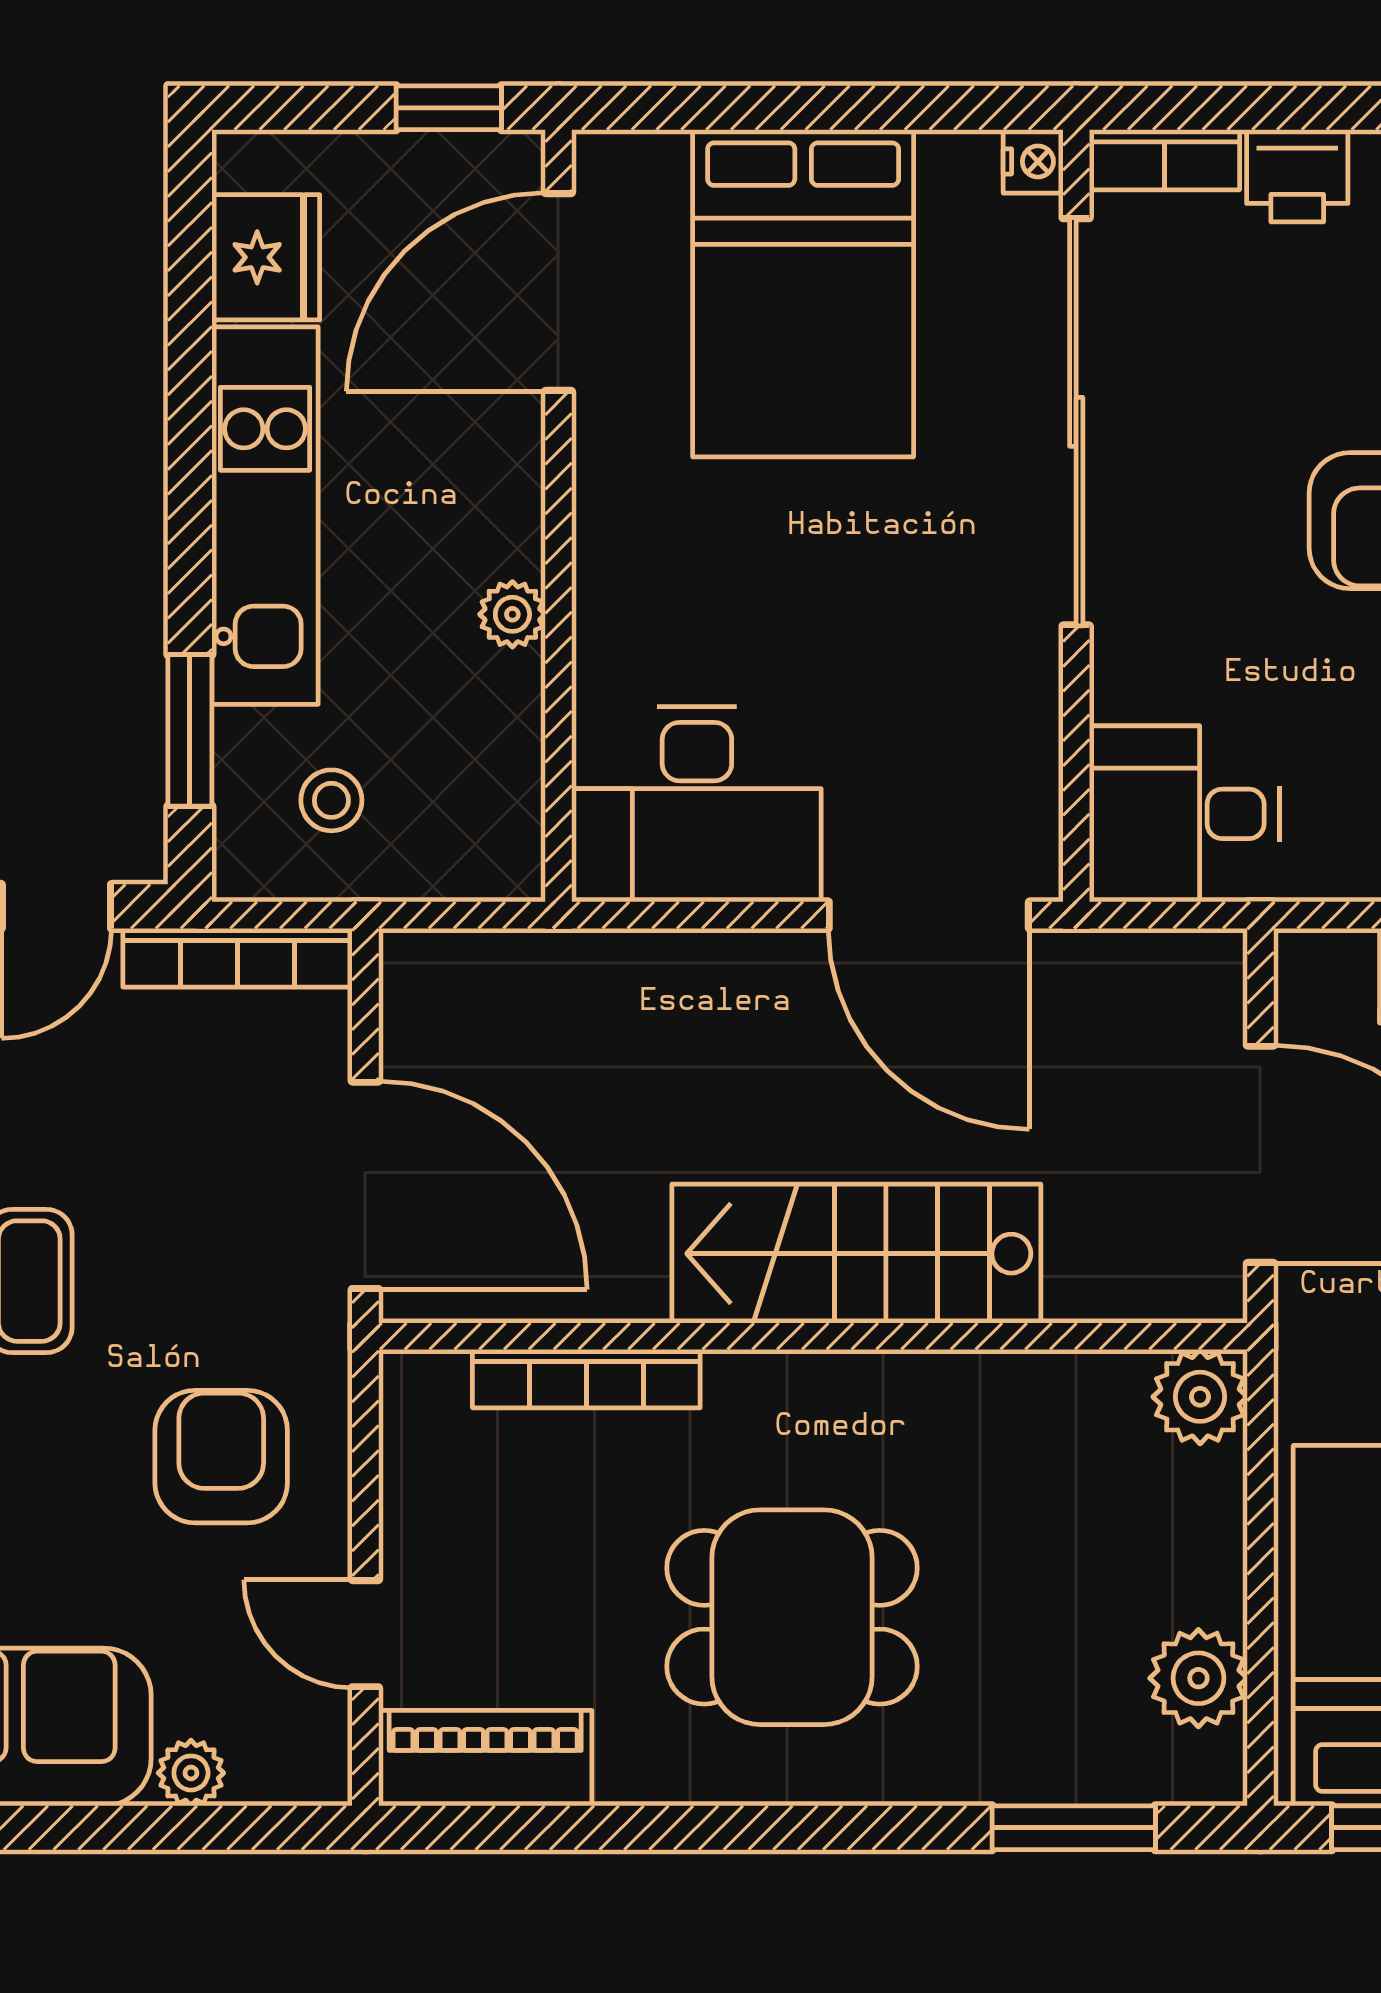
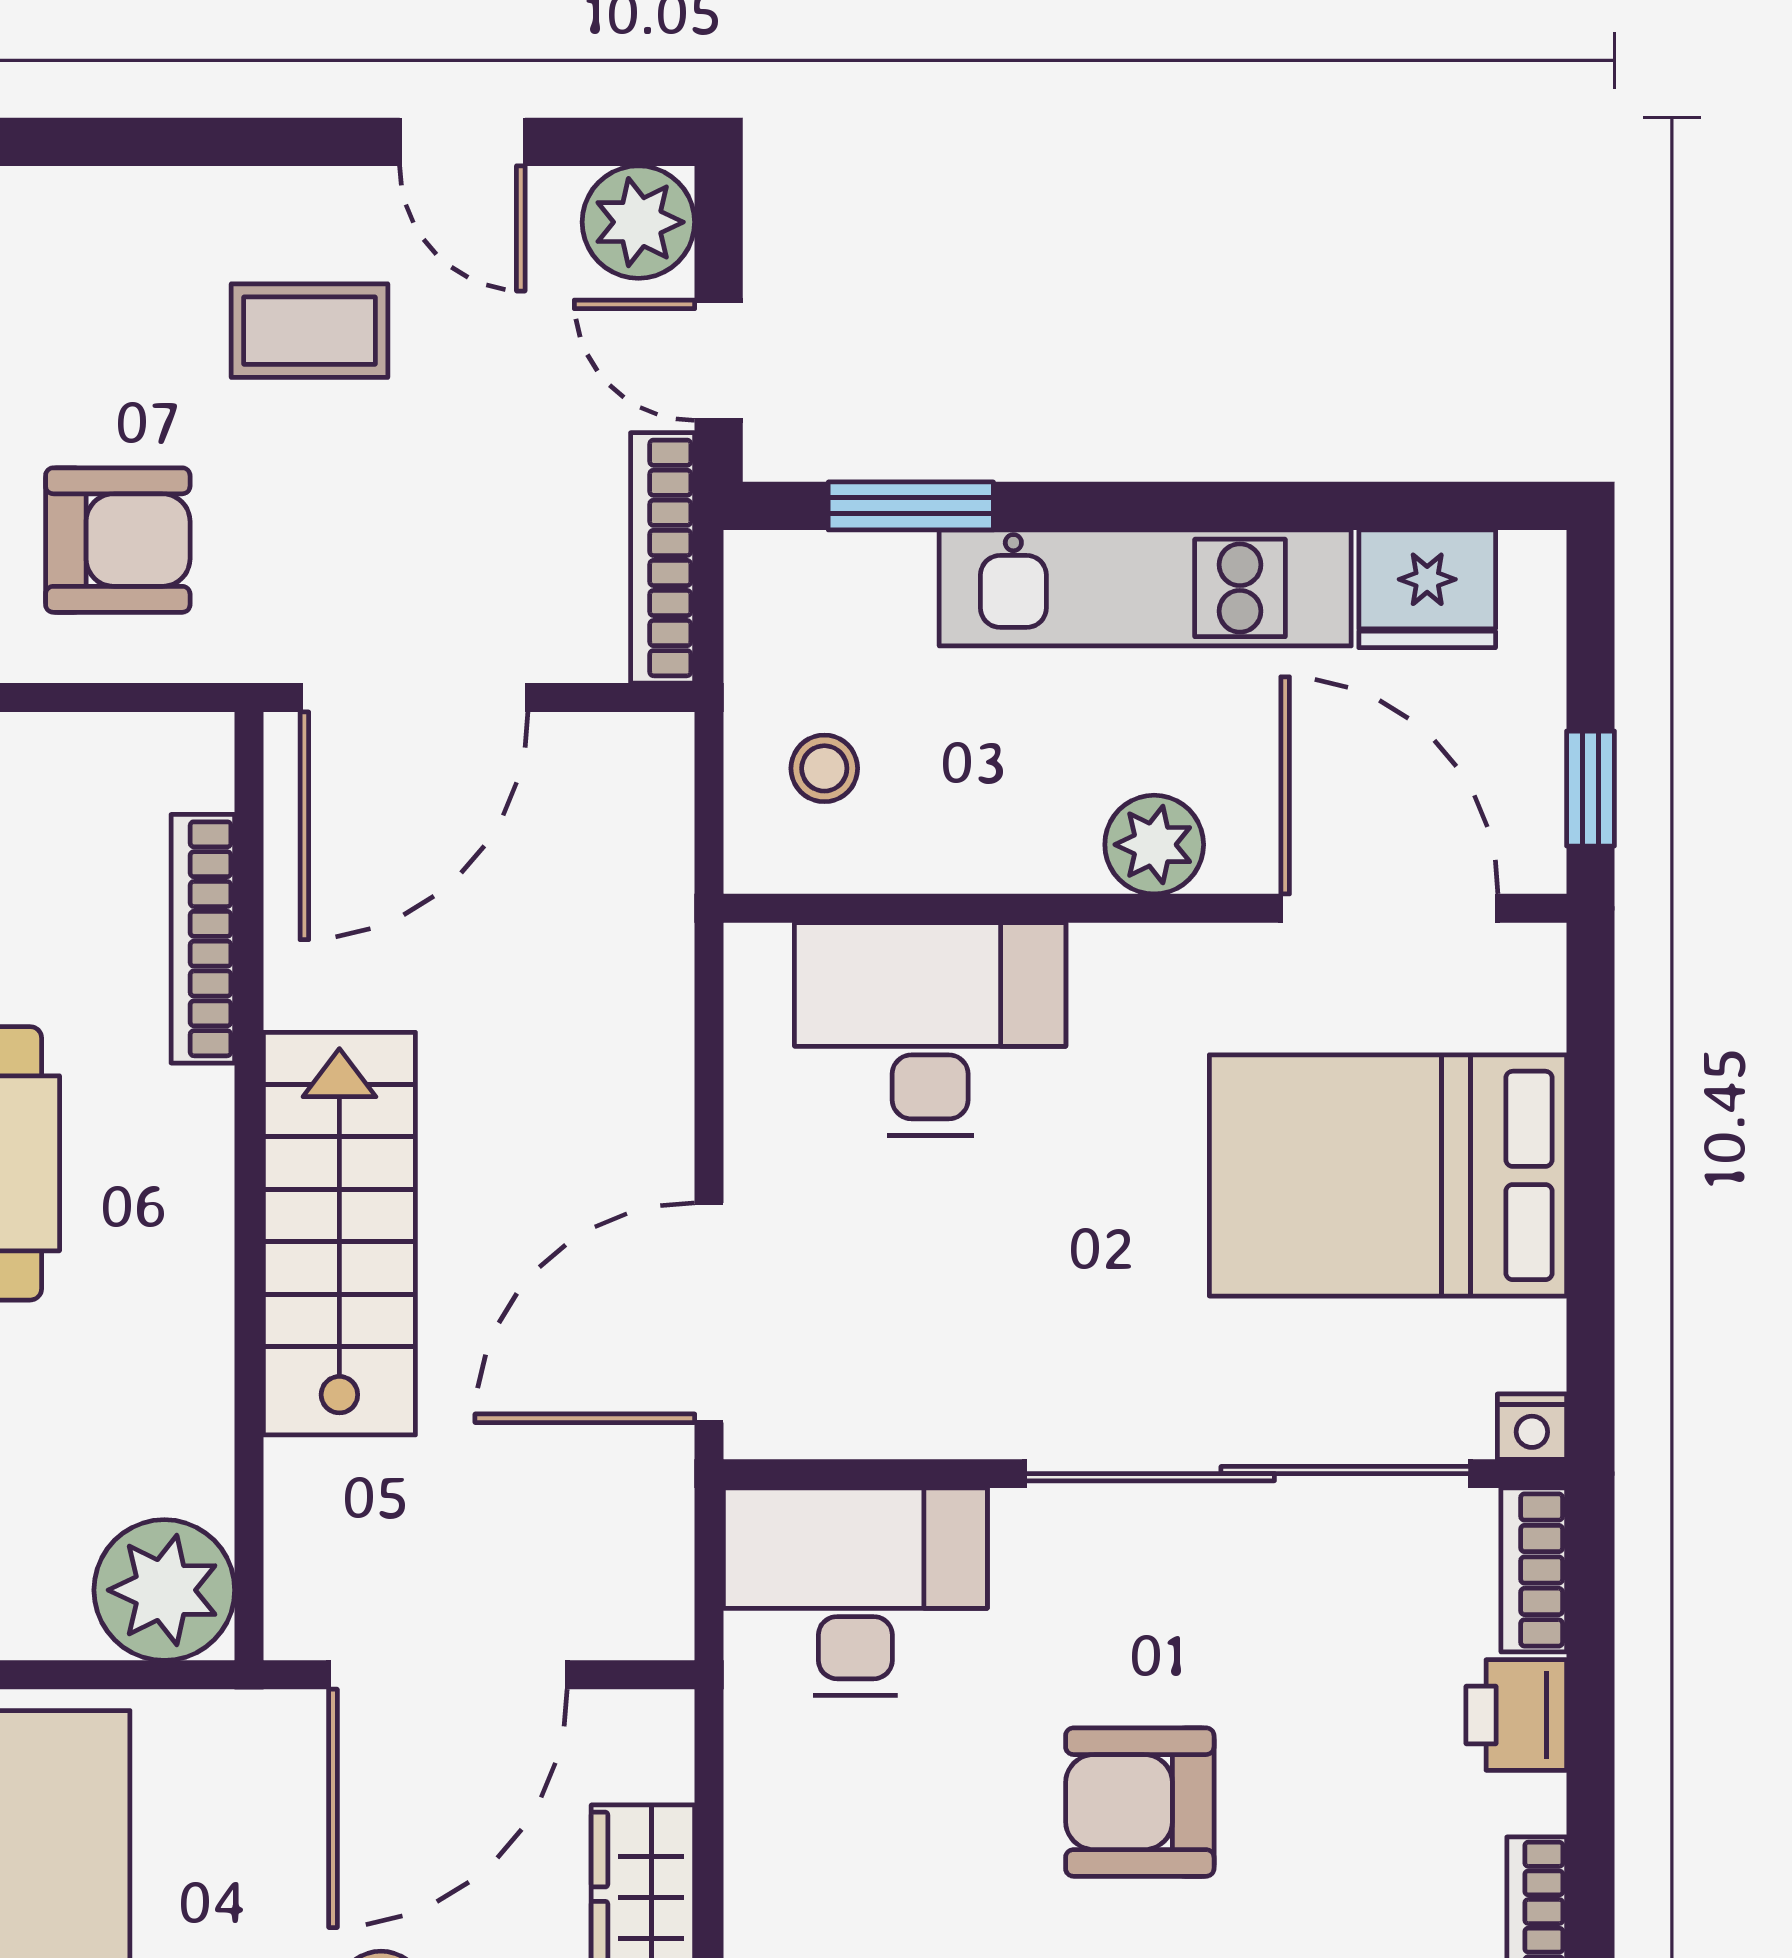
plant: (512, 614) -> (1154, 845), moved, width x1.38, depth x1.38
stool: (331, 800) -> (824, 768), moved
desk: (697, 804) -> (930, 1029), moved, turned 90
desk: (1184, 814) -> (855, 1592), width x1.37
plant: (1200, 1397) -> (164, 1590), width x1.36, depth x1.36

